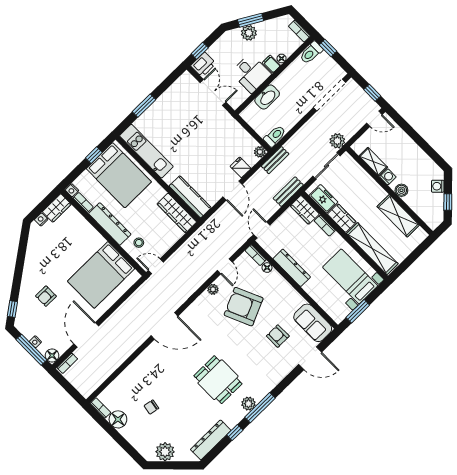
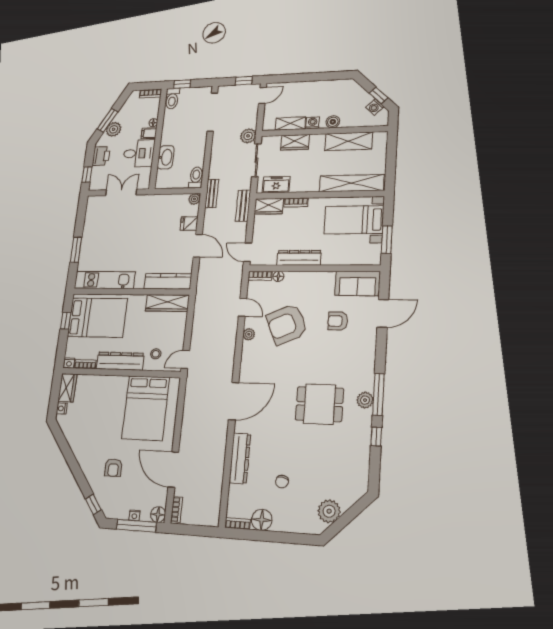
printer: (203, 65) -> (101, 156), moved
washing machine: (438, 186) -> (375, 107), moved
wardrobe: (342, 218) -> (295, 142), moved, turned 180
dresser: (211, 440) -> (240, 458), moved, turned 180

